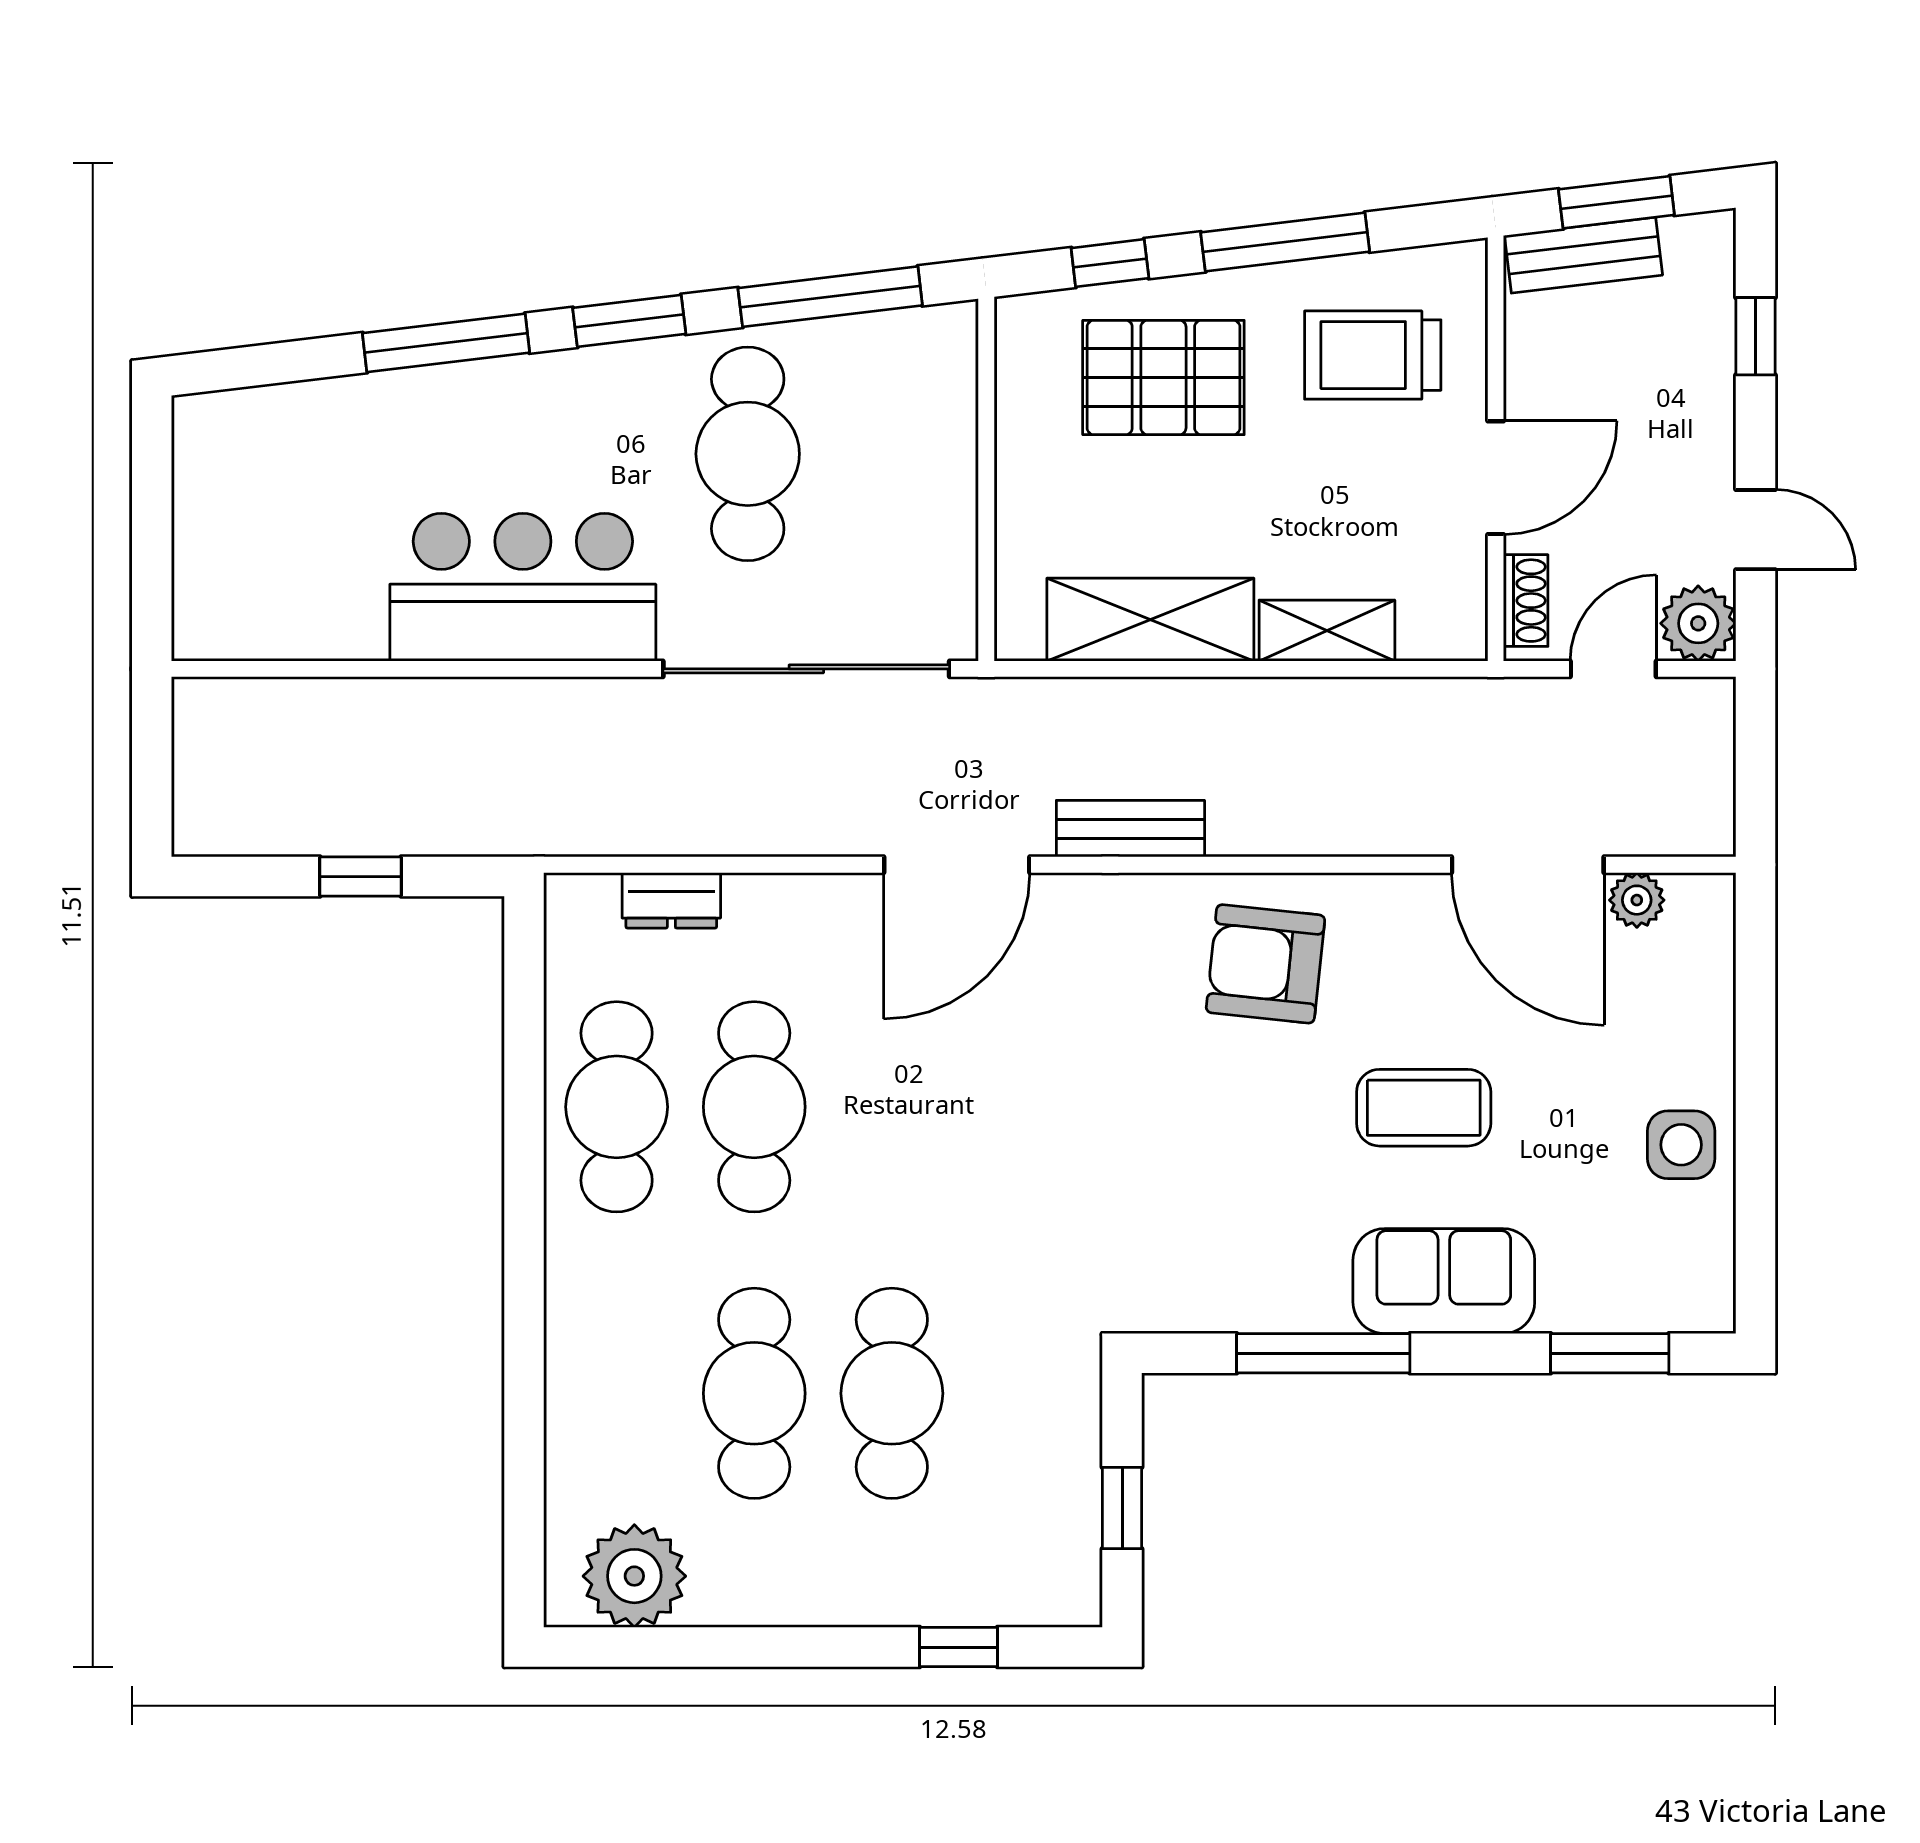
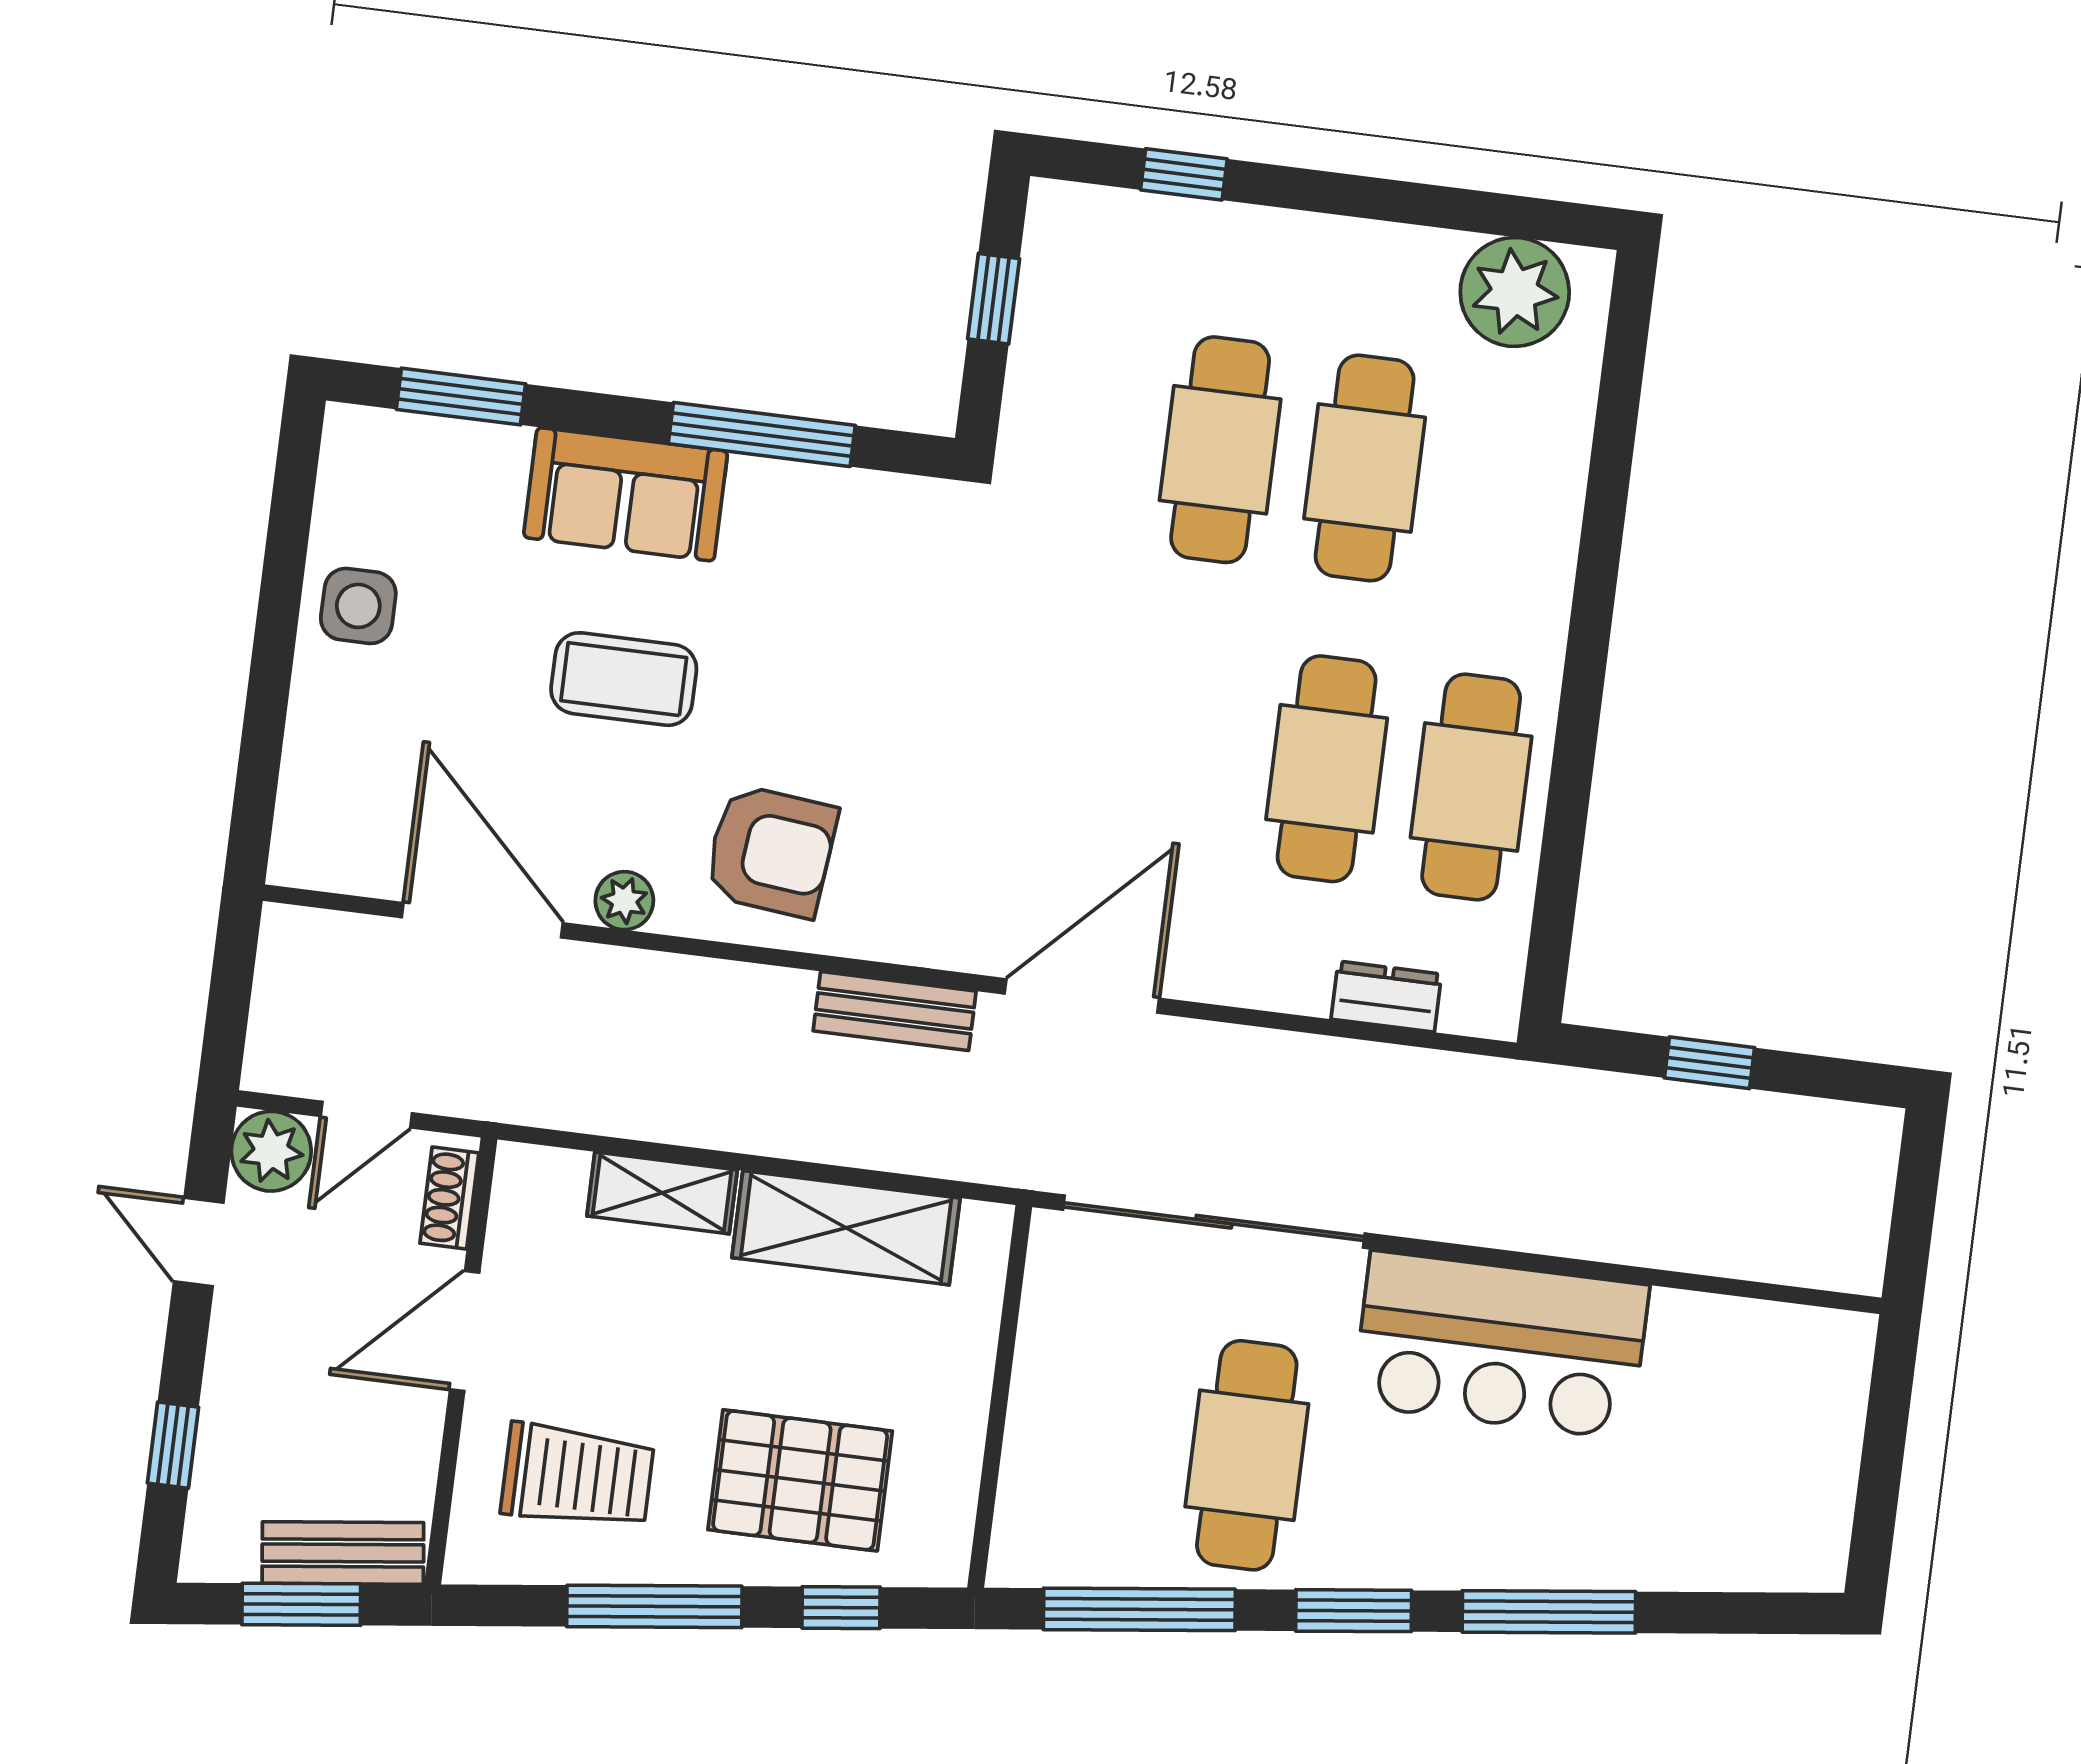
plant: (1637, 900) -> (624, 901), moved

